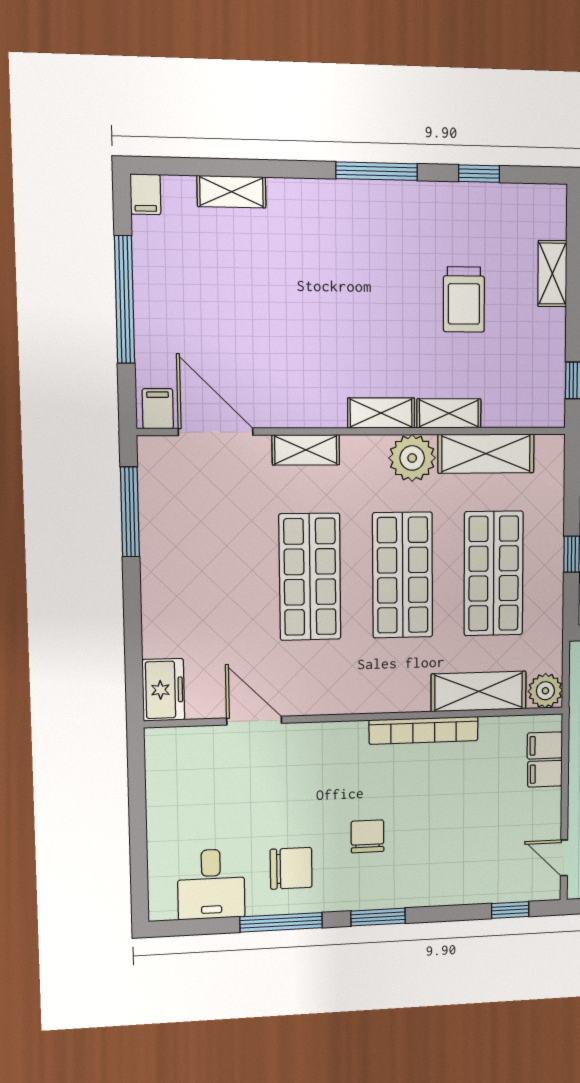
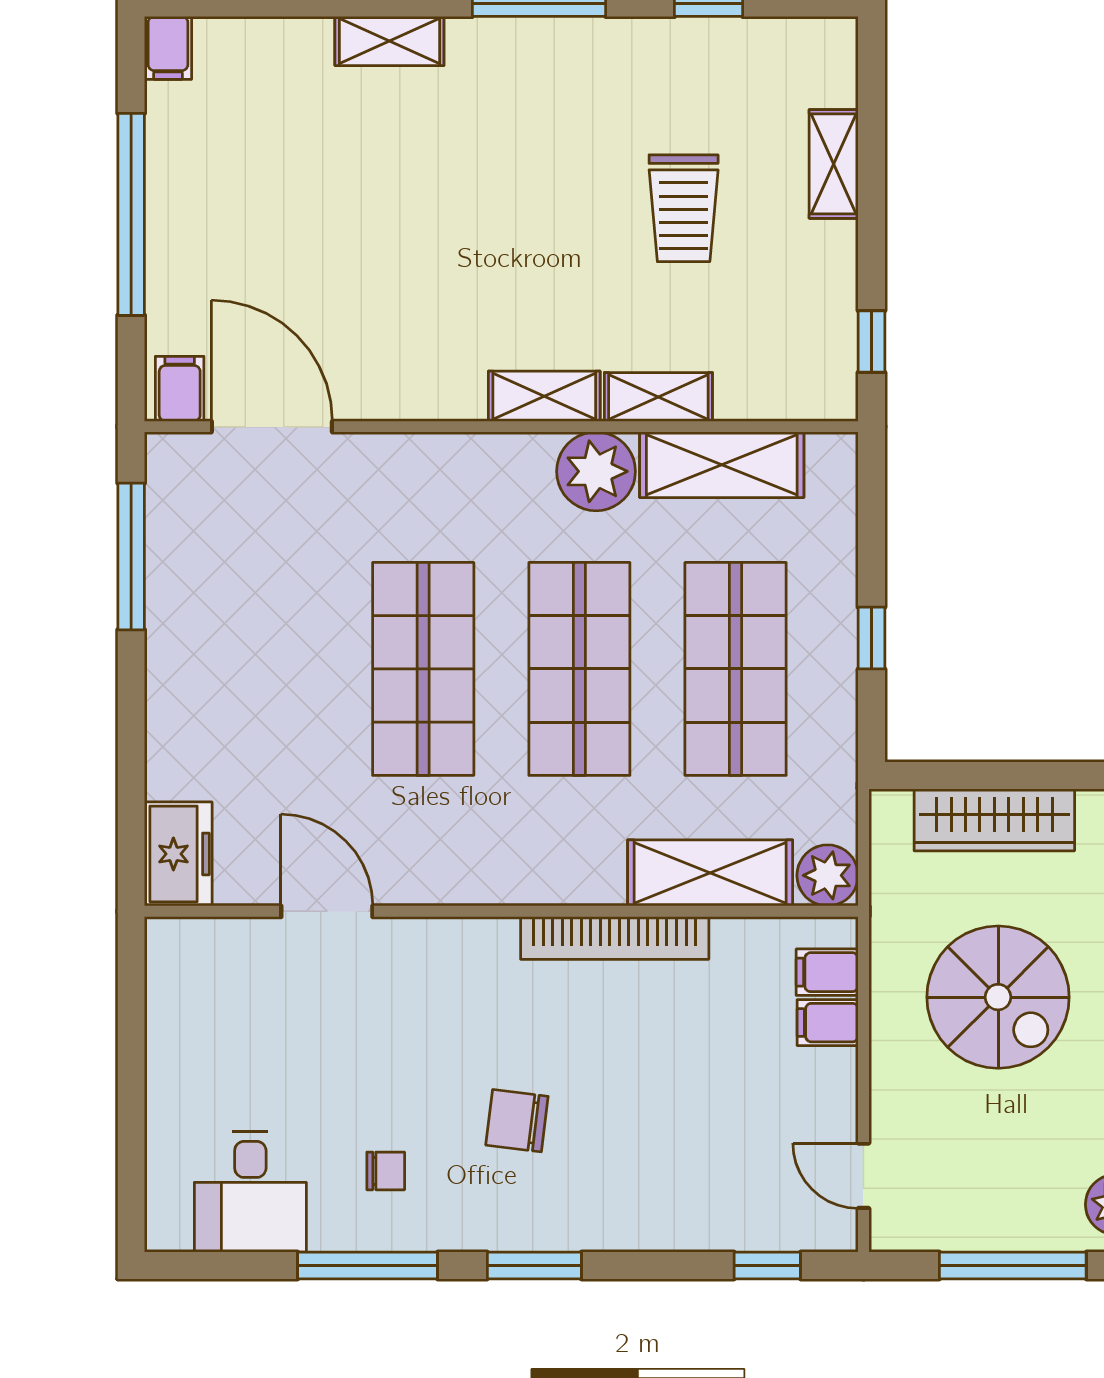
shelving: (231, 192) -> (389, 41), moved
shelving: (306, 450) -> (419, 457), removed
chair: (367, 836) -> (517, 1121), turned -83
chair: (291, 868) -> (386, 1171), width x0.54, depth x0.54

